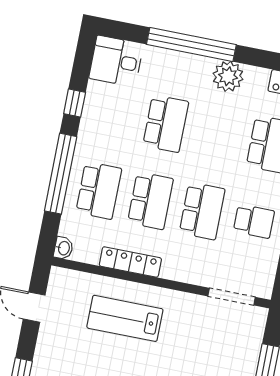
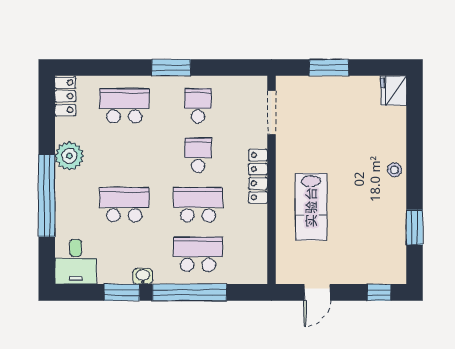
window: (75, 103) -> (122, 292), width x1.50
school desk: (202, 211) -> (198, 155), width x0.54
washbasin: (63, 248) -> (143, 276), moved
locker: (130, 262) -> (258, 176), moved

